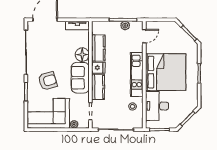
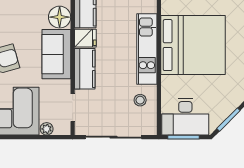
desk: (157, 106) -> (185, 117), moved, turned -90

